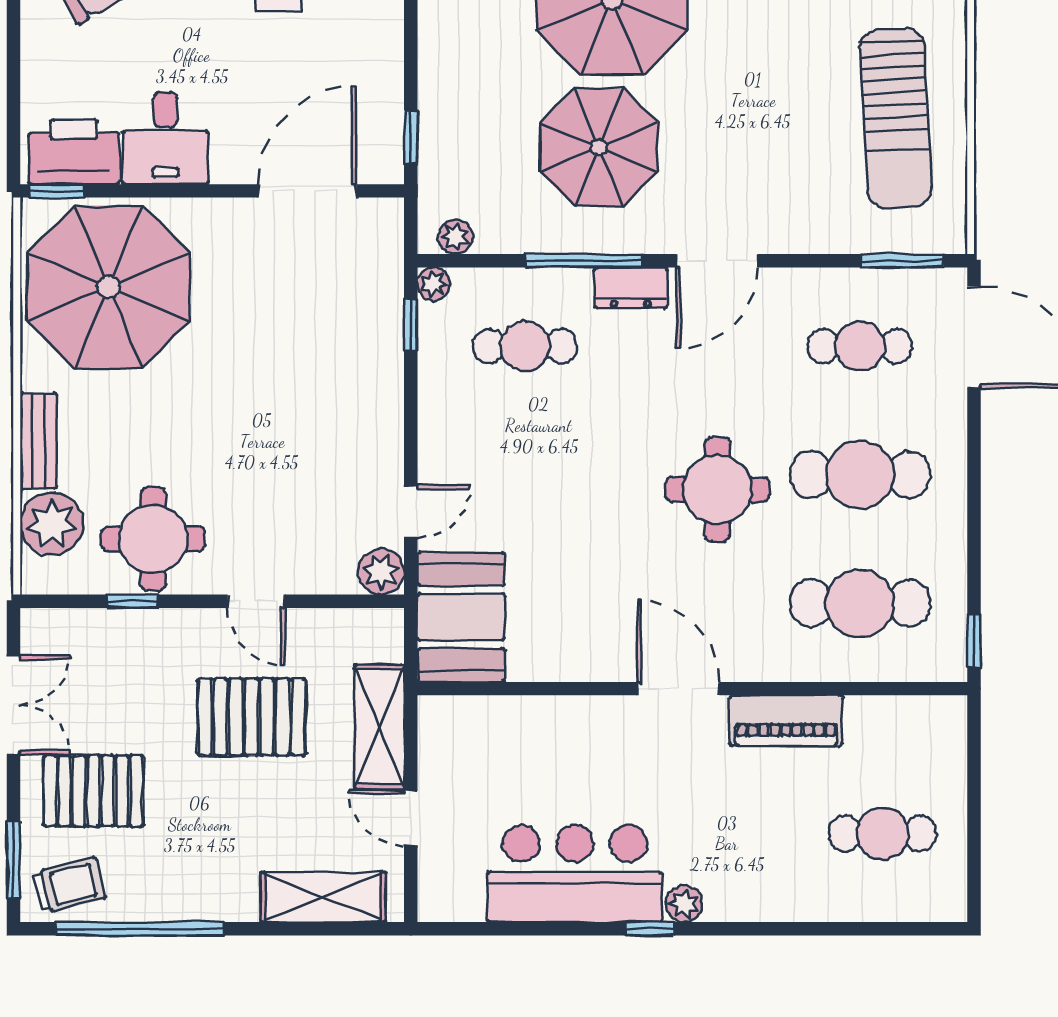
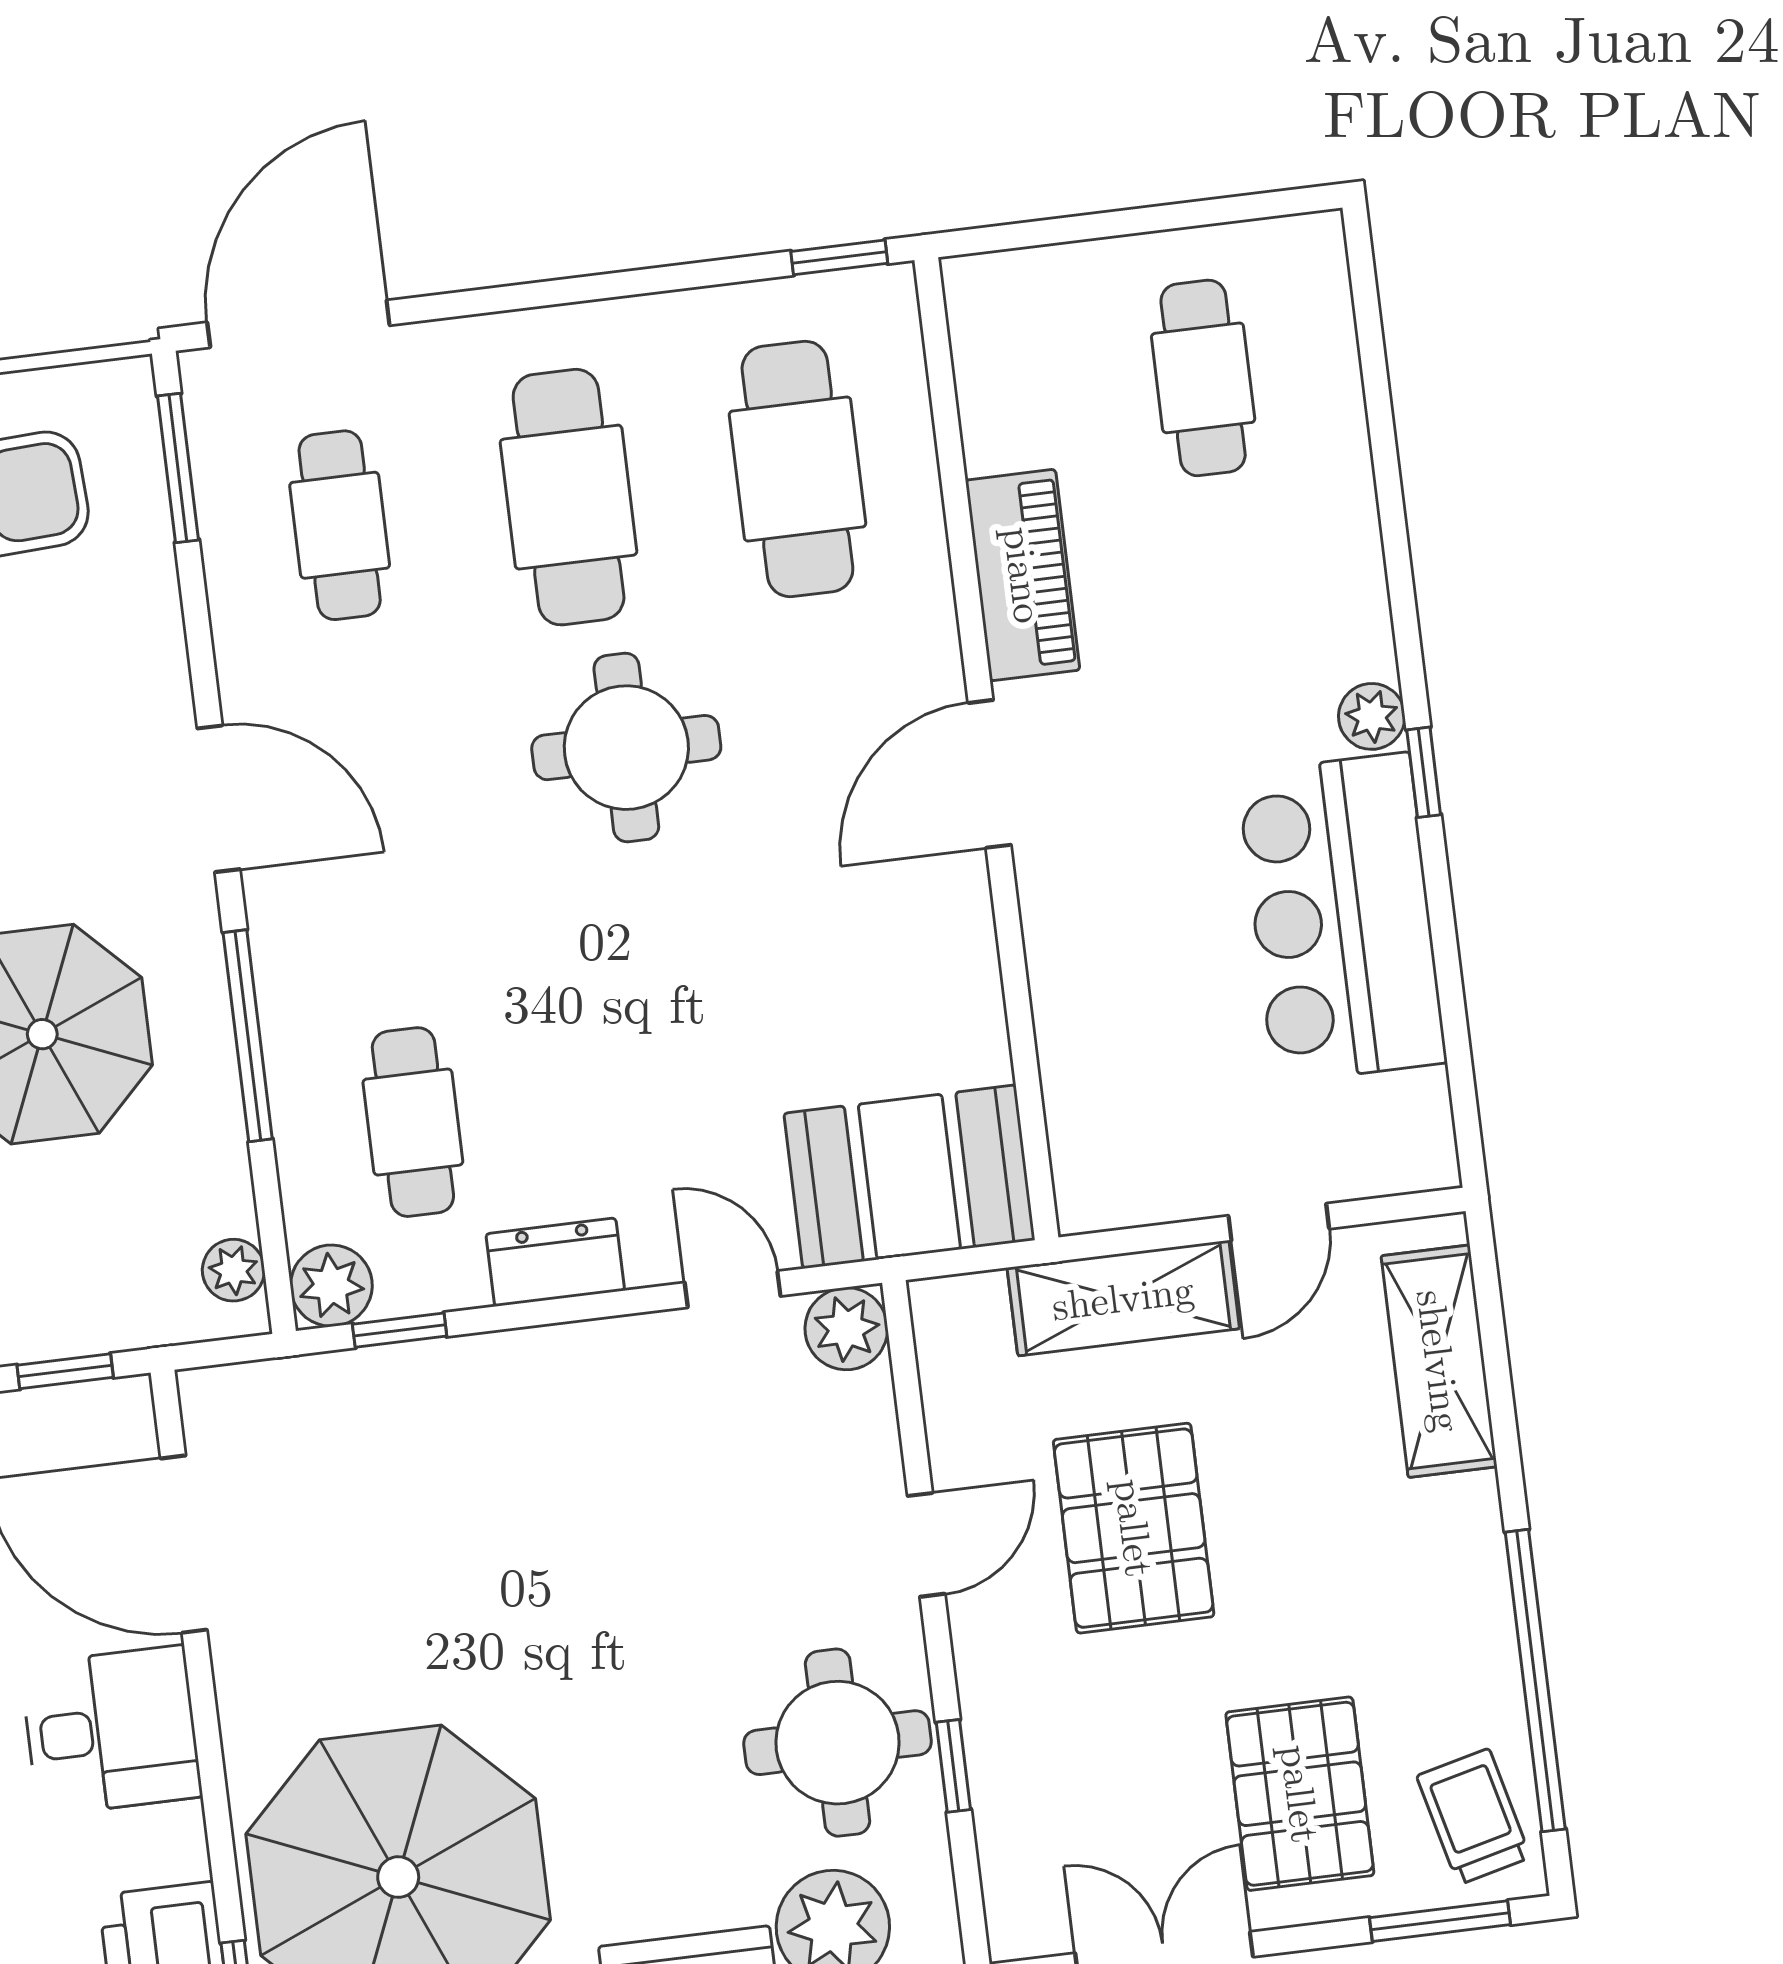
desk: (165, 138) -> (111, 1731), moved
plant: (434, 284) -> (331, 1286), width x1.38, depth x1.38
dresser: (631, 288) -> (555, 1262), moved, turned -90

